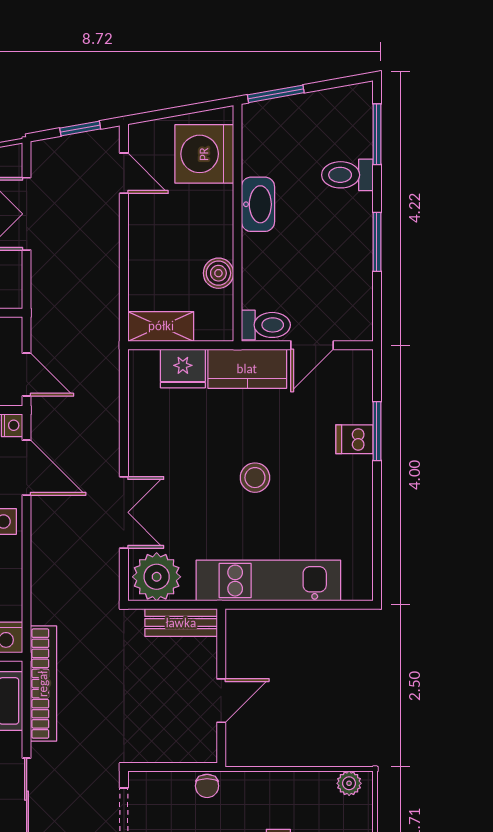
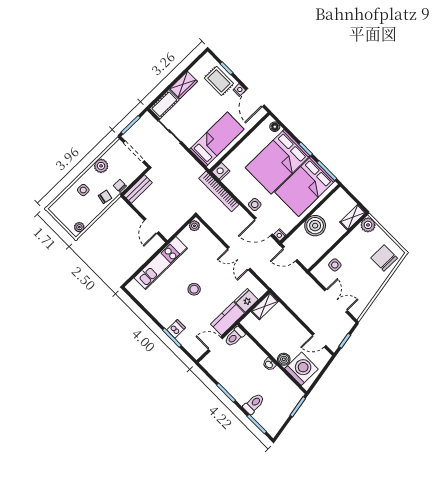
washbasin: (258, 204) -> (269, 364), width x0.52, depth x0.69
boiler: (218, 273) -> (284, 359), moved
door: (312, 345) -> (215, 344), hinge flipped
double door: (124, 512) -> (239, 258), moved
plant: (157, 577) -> (194, 226), width x0.53, depth x0.53
bench: (181, 623) -> (138, 189), moved
bookcase: (43, 684) -> (219, 191), moved
door: (221, 701) -> (152, 226), moved
chair: (252, 792) -> (105, 197), added

